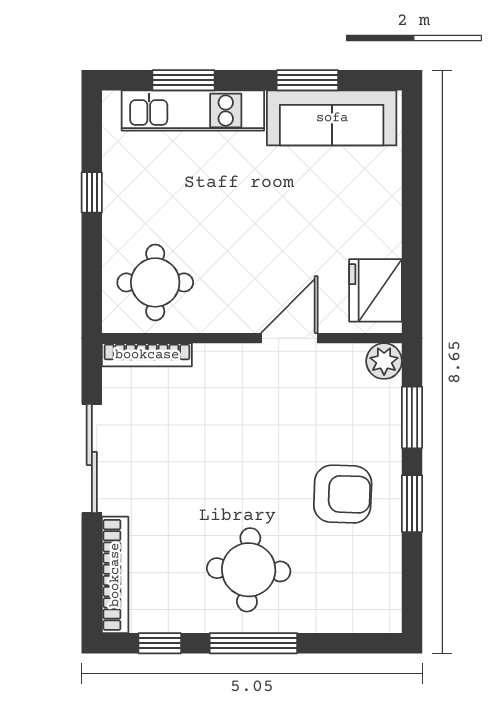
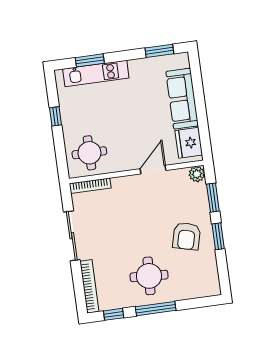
window: (307, 80) -> (159, 51), moved
sofa: (332, 118) -> (182, 99), moved, turned 90
armchair: (343, 494) -> (187, 236), turned 102

